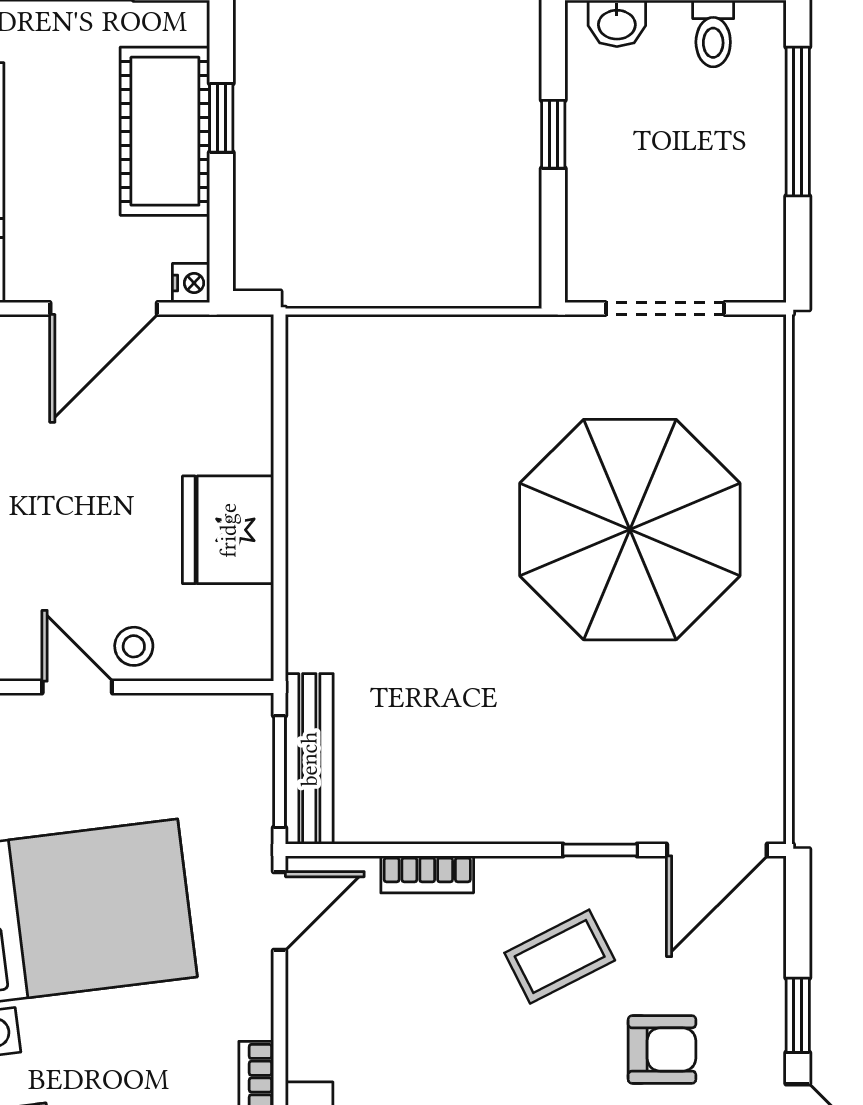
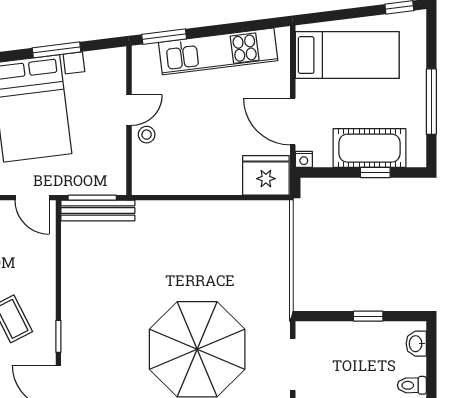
fridge: (228, 530) -> (266, 175), moved
bookcase: (427, 874) -> (48, 262), removed

